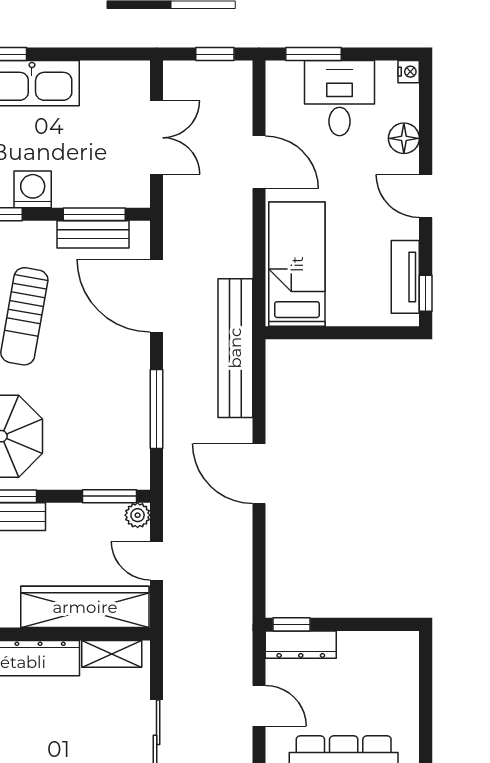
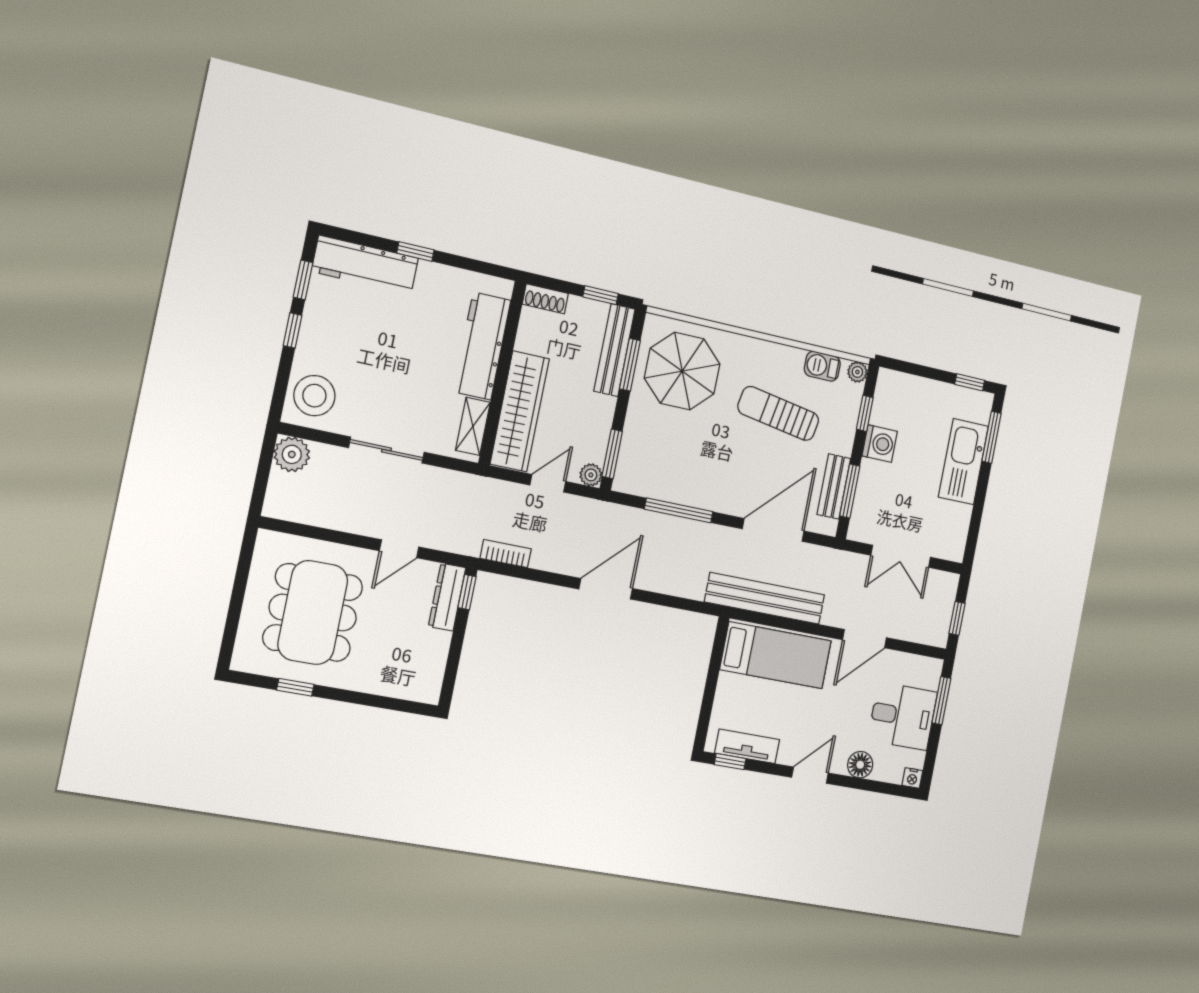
bench: (235, 348) -> (765, 598), moved
bookcase: (242, 591) -> (506, 554), added

